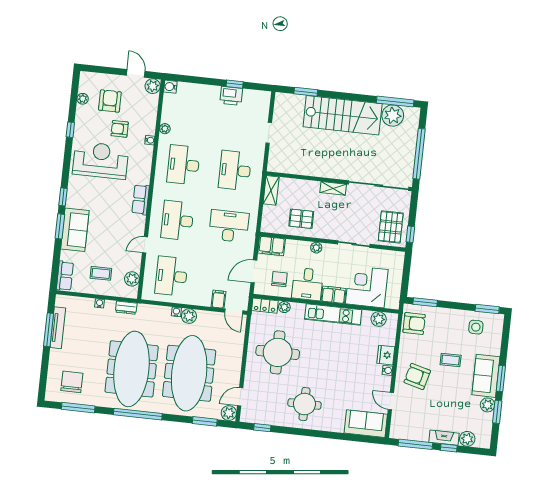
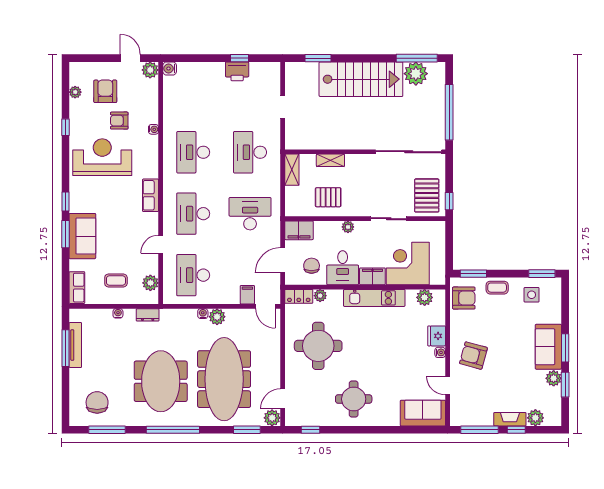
plant: (165, 129) -> (169, 115), removed
shelving: (333, 188) -> (330, 160), moved
coffee table: (451, 360) -> (497, 288), moved
meeting table: (132, 369) -> (161, 381), width x0.73

